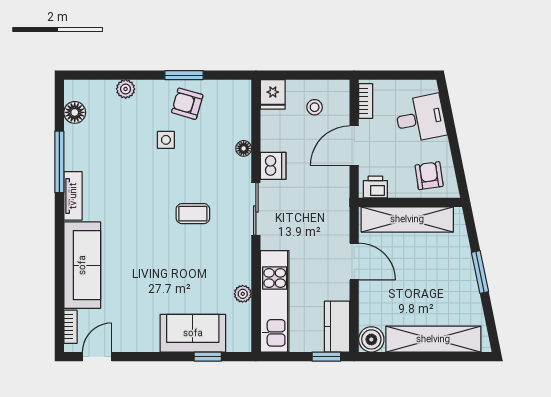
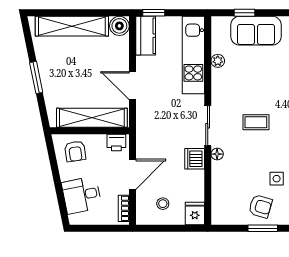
floor lamp: (244, 148) -> (217, 154), moved

